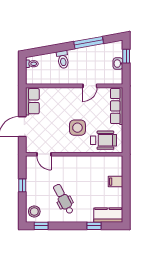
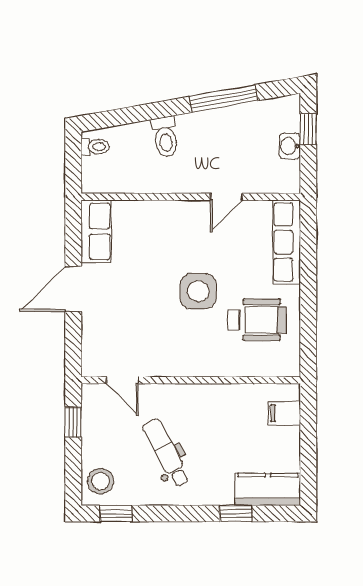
door: (44, 154) -> (122, 380), moved
wall: (74, 154) -> (191, 380), moved

